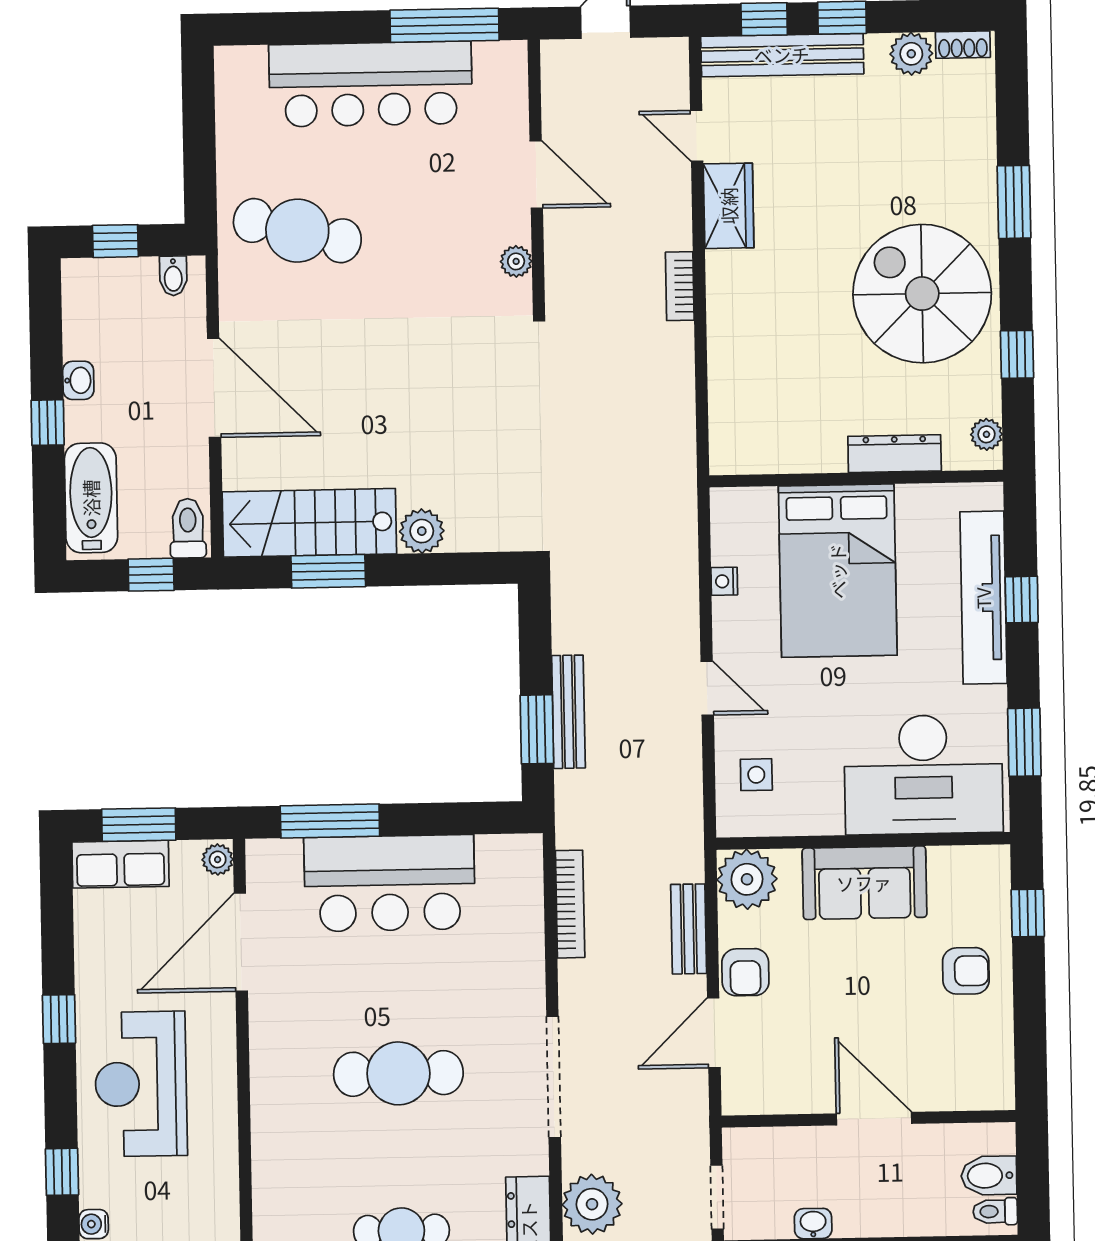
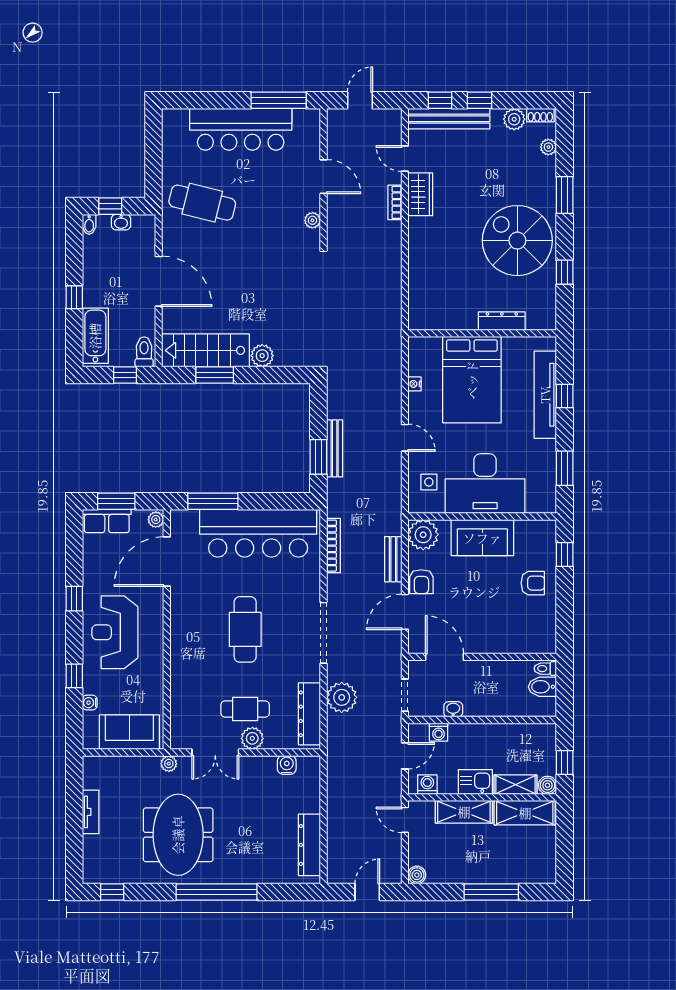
bidet: (173, 276) -> (89, 224), moved
bookcase: (680, 286) -> (395, 202), moved
washbasin: (78, 380) -> (121, 222), moved, turned 90
plant: (986, 434) -> (548, 147), moved
desk: (923, 775) -> (485, 484), moved
bar counter: (390, 883) -> (258, 533), width x1.36
cafe table: (398, 1073) -> (245, 629), turned 90
door: (874, 1119) -> (444, 657), moved
toilet: (995, 1211) -> (545, 669), moved

